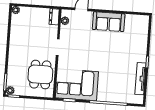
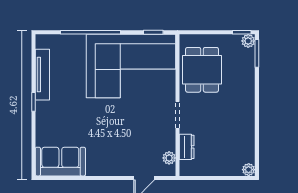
dresser: (54, 17) -> (187, 147), moved
sofa: (109, 22) -> (60, 162), moved
corner sofa: (77, 85) -> (131, 66), width x1.36, depth x1.36

